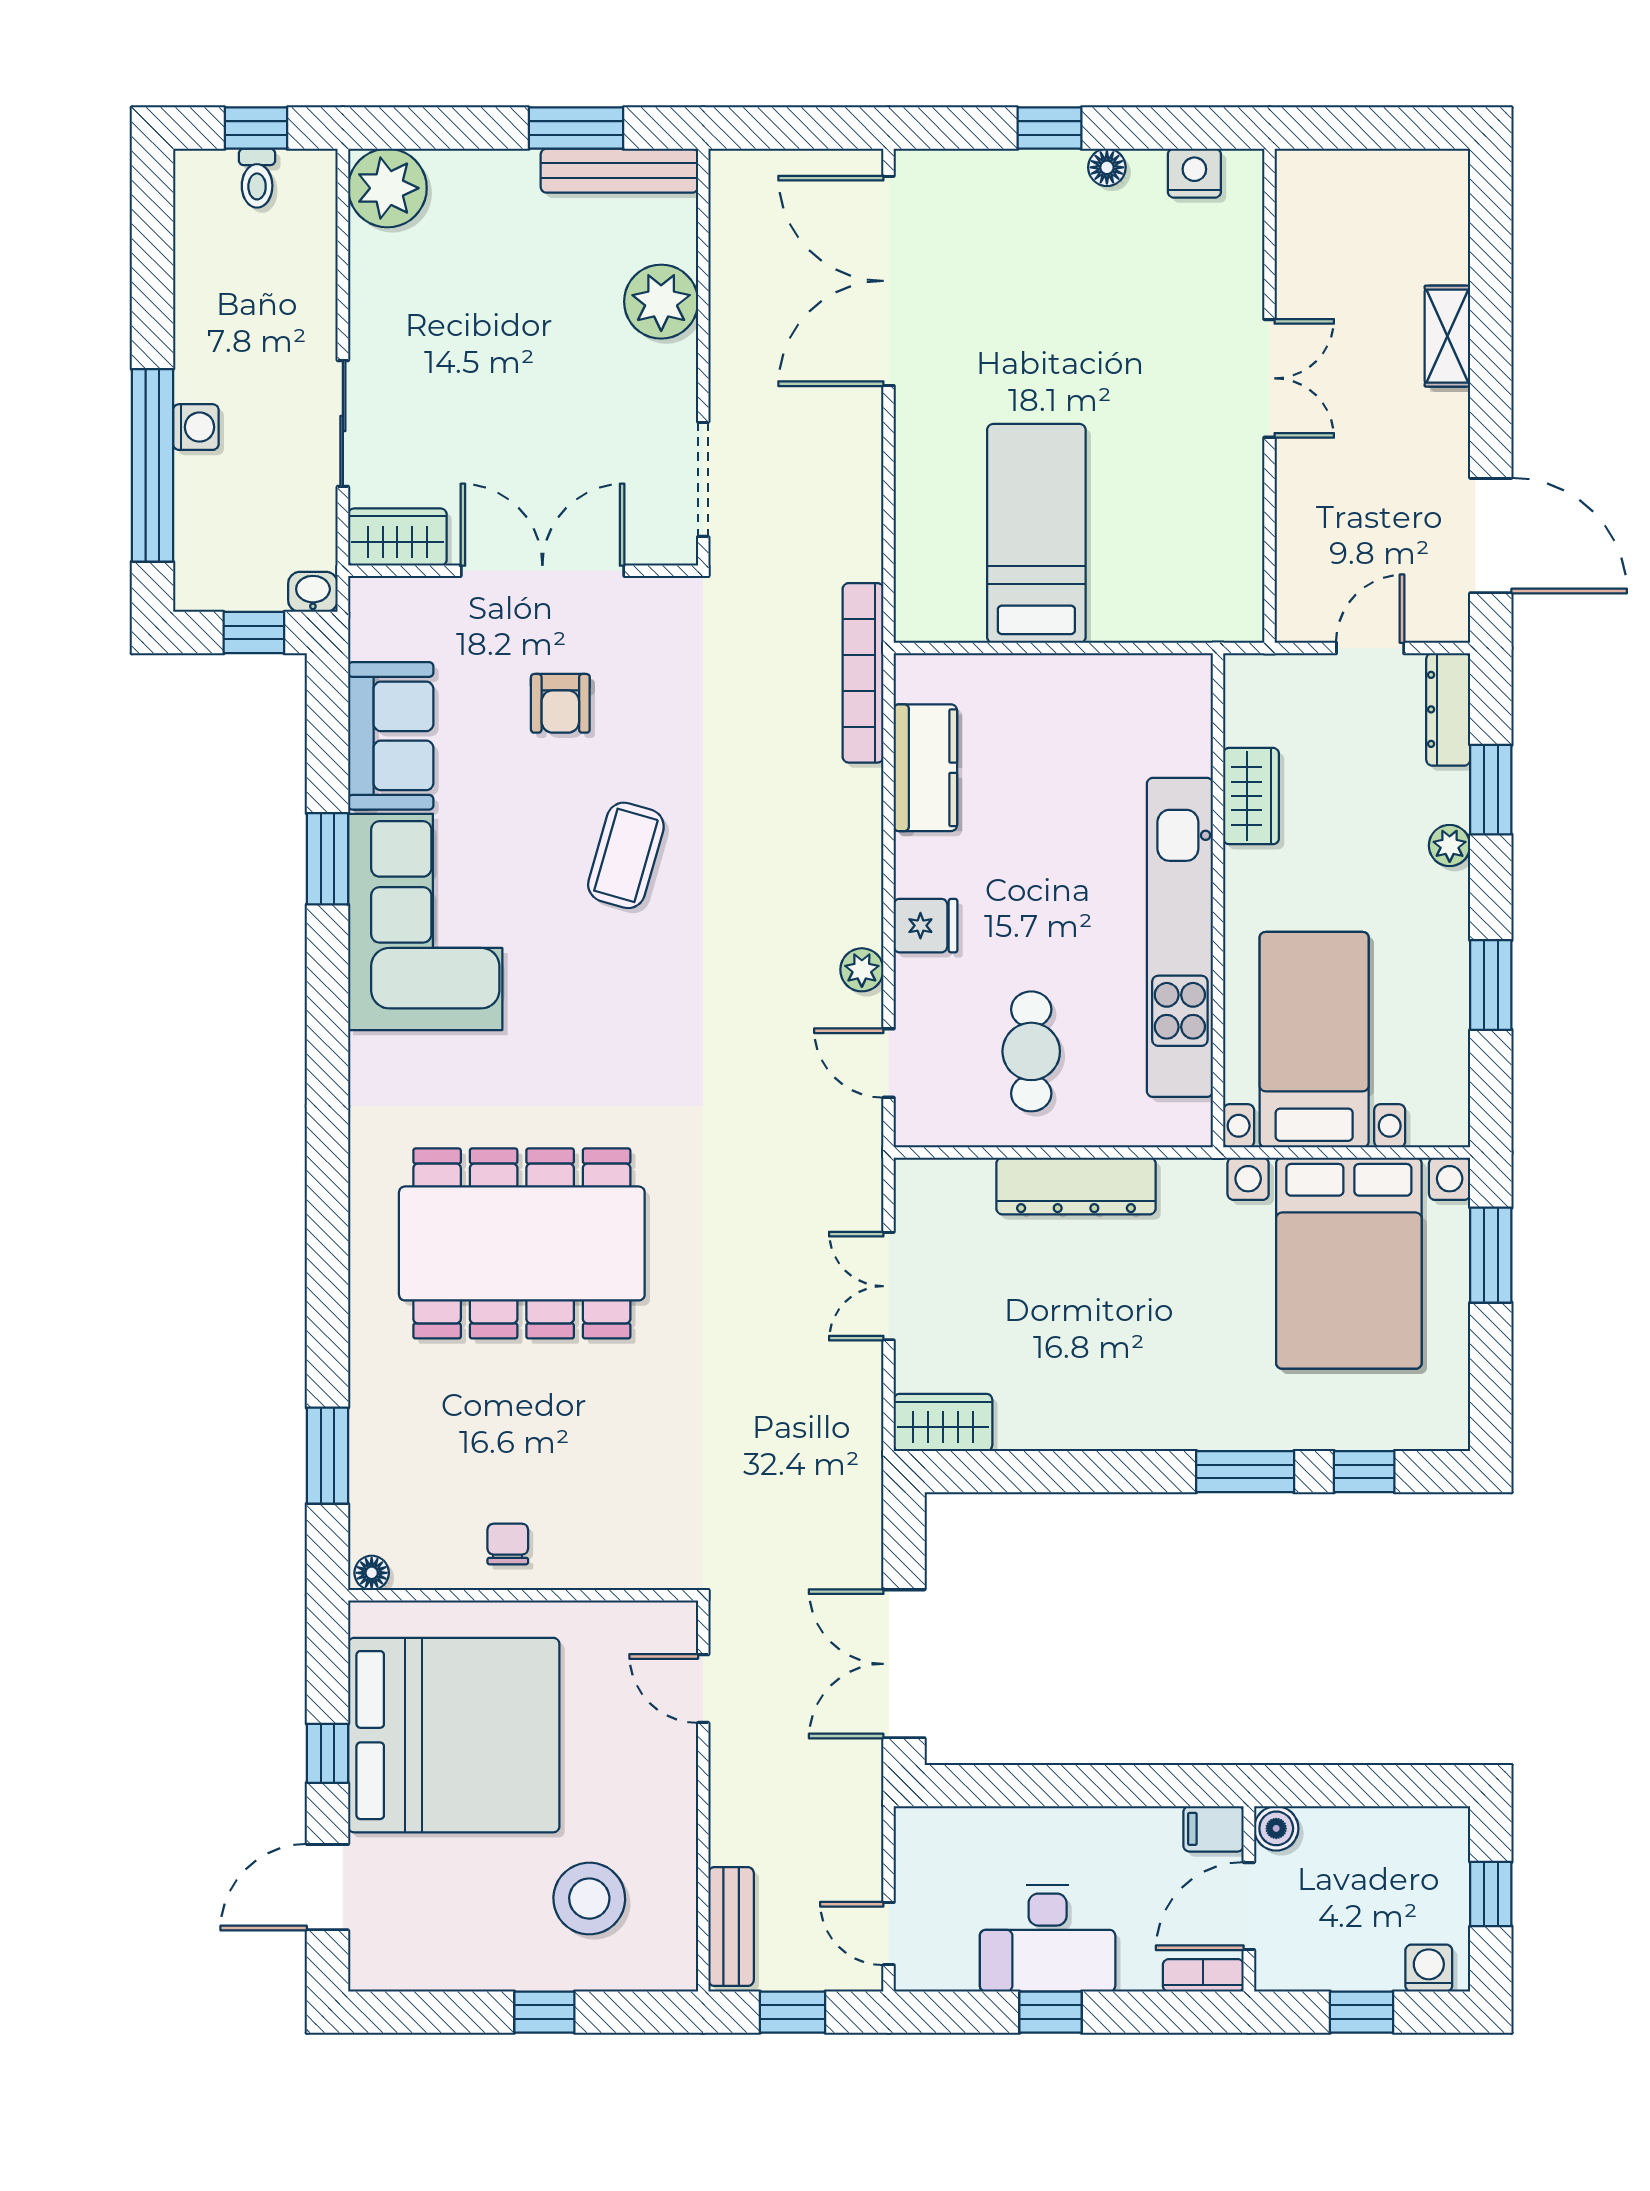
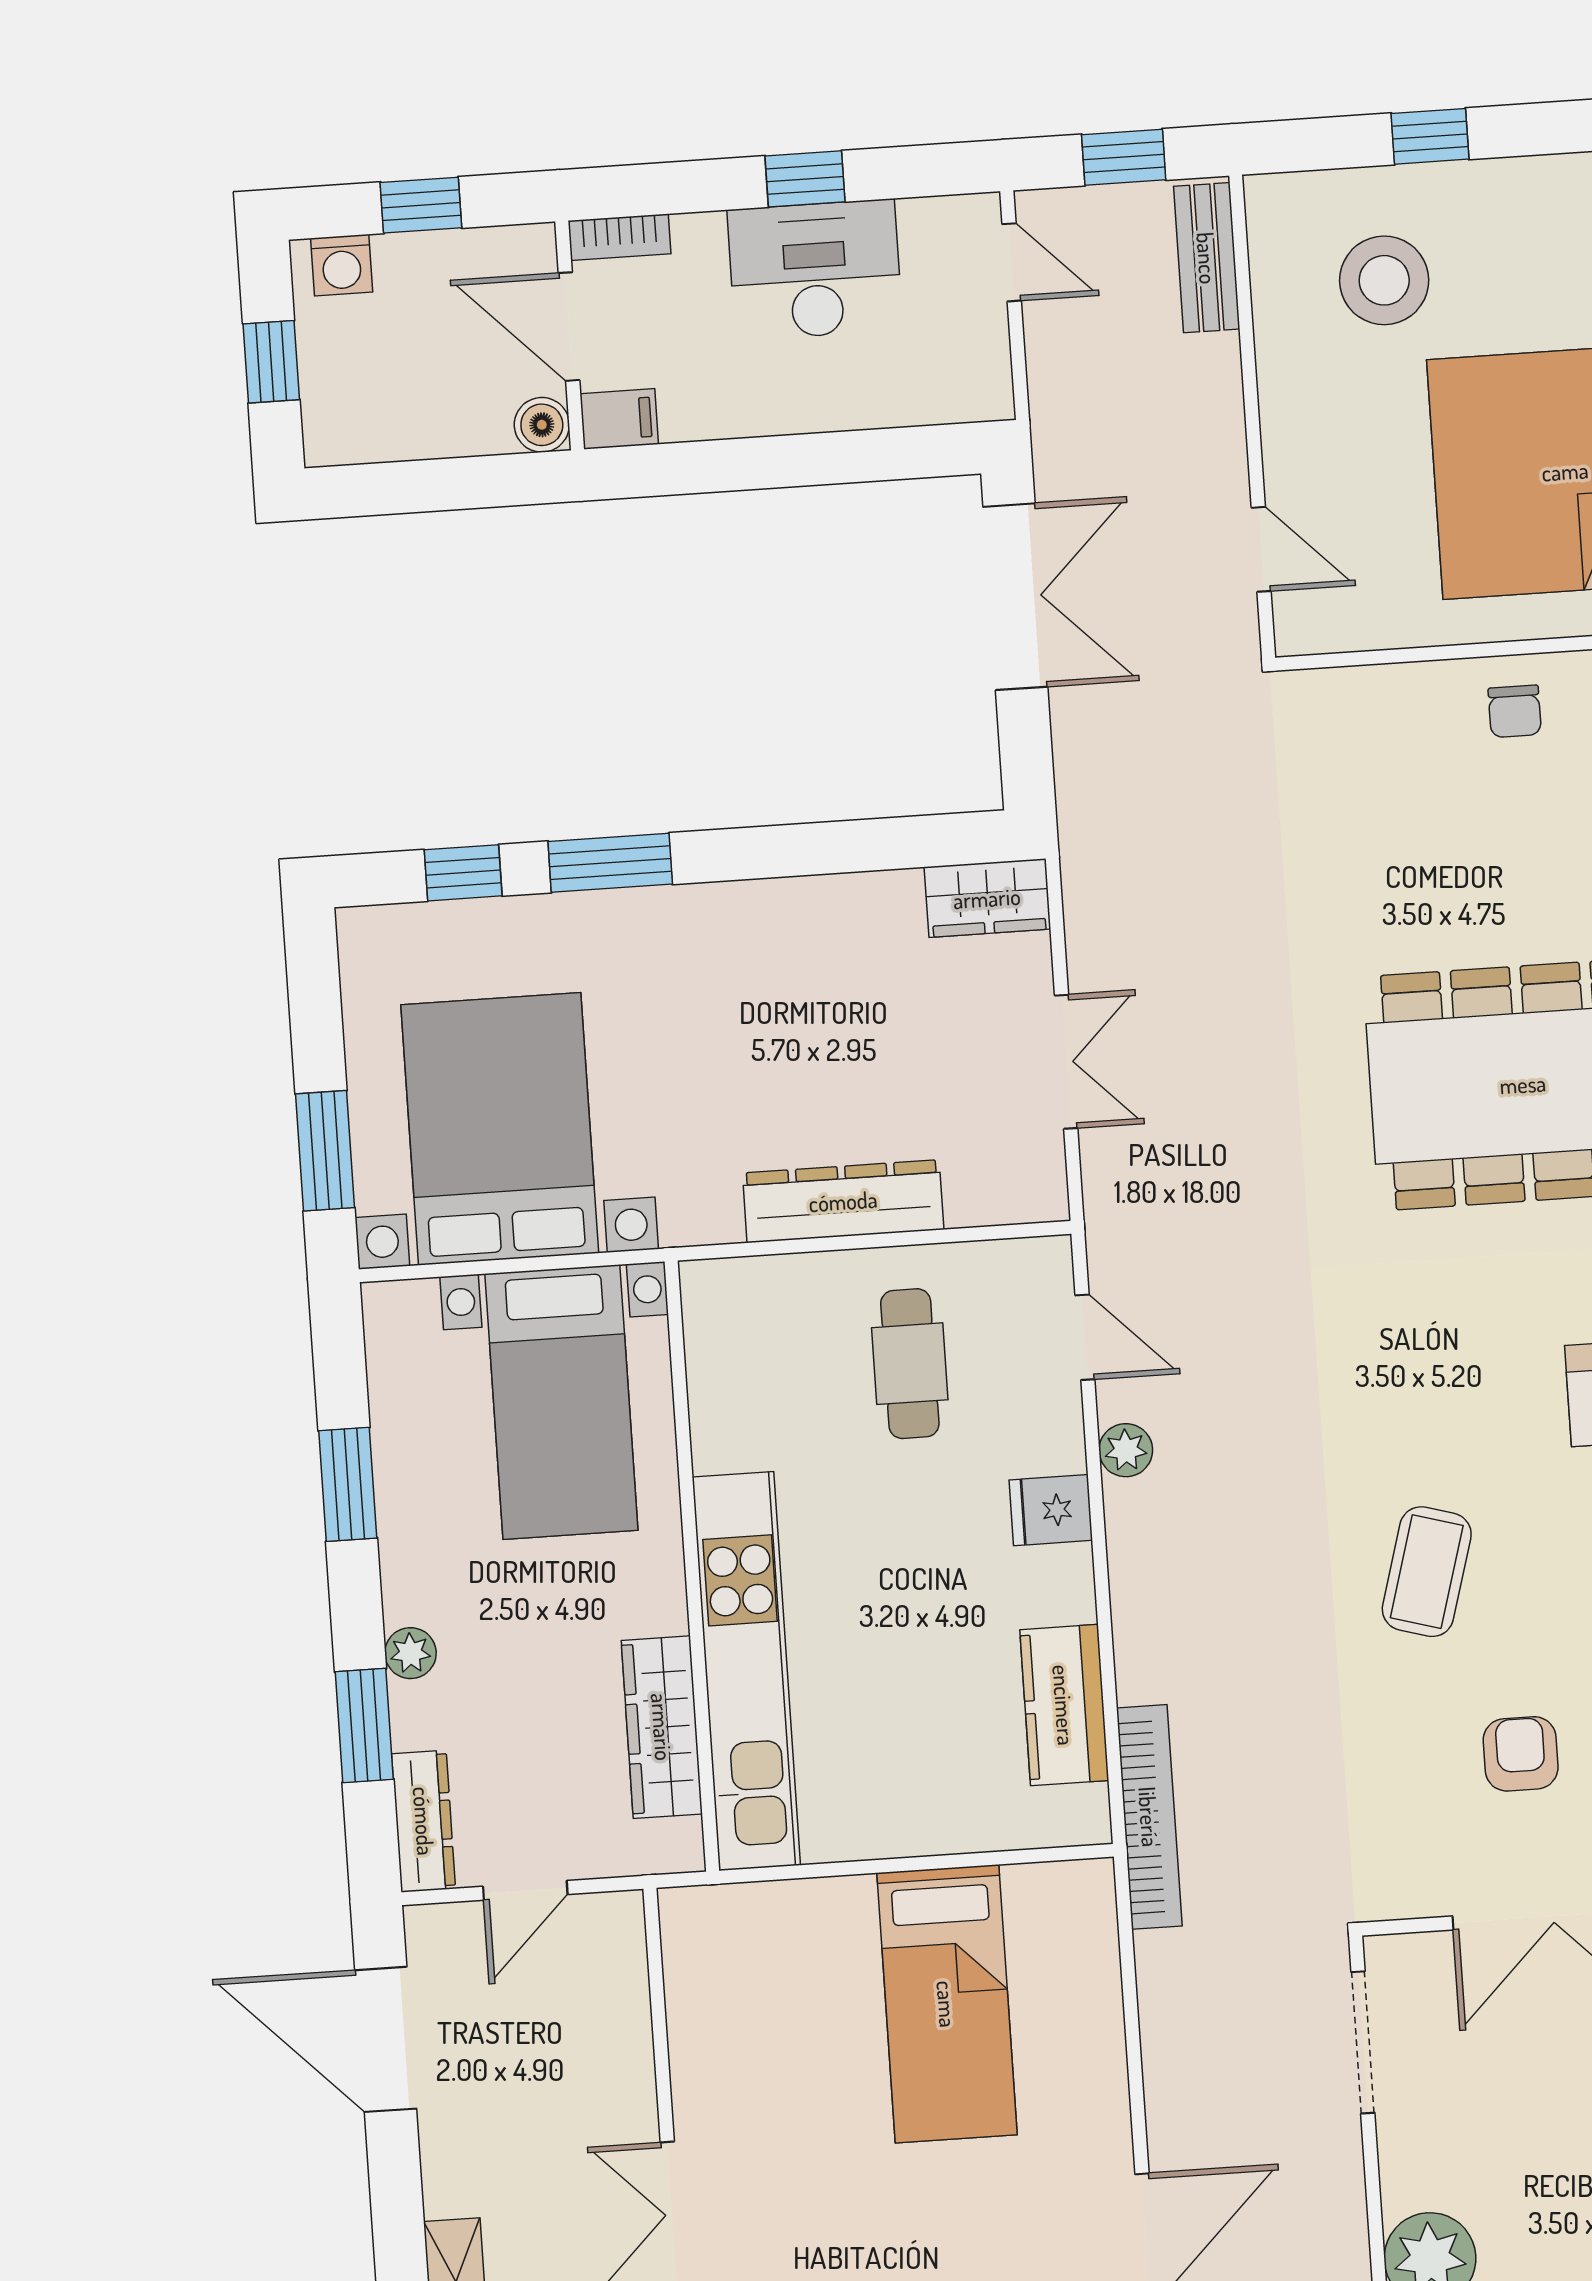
wardrobe: (1251, 796) -> (662, 1727), width x1.50
kitchen unit: (1180, 937) -> (746, 1671), moved
door: (1249, 1906) -> (569, 327), swing flipped

